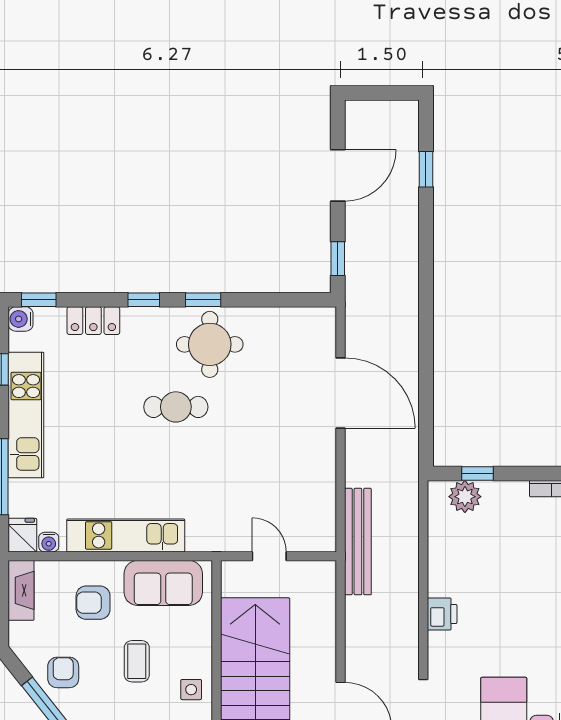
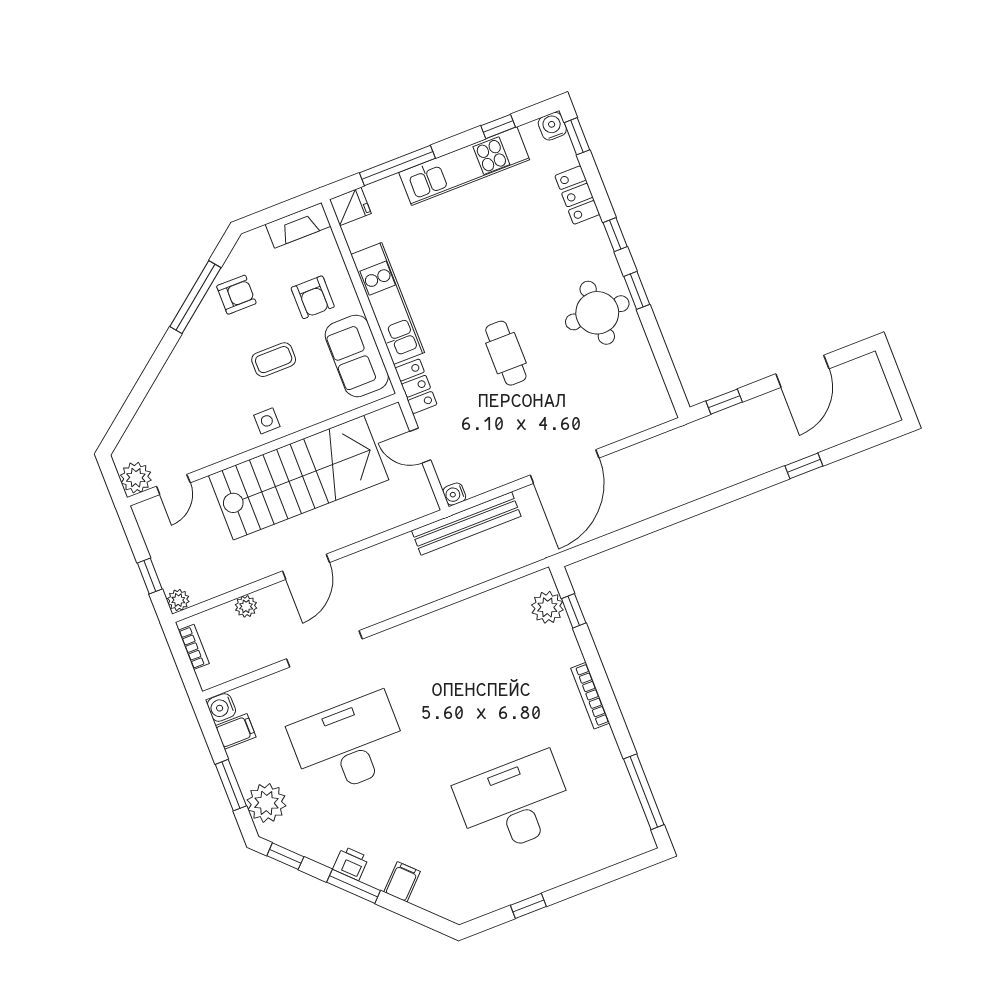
window: (426, 169) -> (804, 466), moved
door: (338, 175) -> (802, 371), hinge flipped
door: (340, 393) -> (565, 466), moved
cafe table: (176, 407) -> (506, 353), moved
locker: (213, 539) -> (416, 386), added
water cooler: (49, 542) -> (454, 494), moved
door: (269, 556) -> (420, 446), swing flipped
armchair: (93, 603) -> (313, 297), turned 180
printer: (442, 614) -> (429, 629), removed

